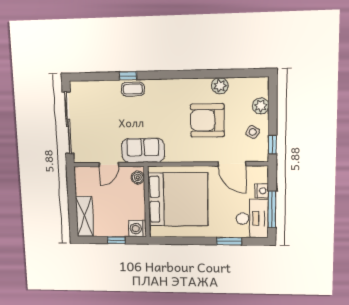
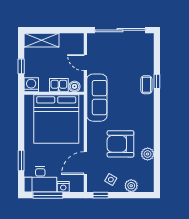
armchair: (207, 120) -> (120, 144), turned -90
sofa: (143, 150) -> (97, 98), width x1.36
kitchen sink: (137, 196) -> (59, 85), added

